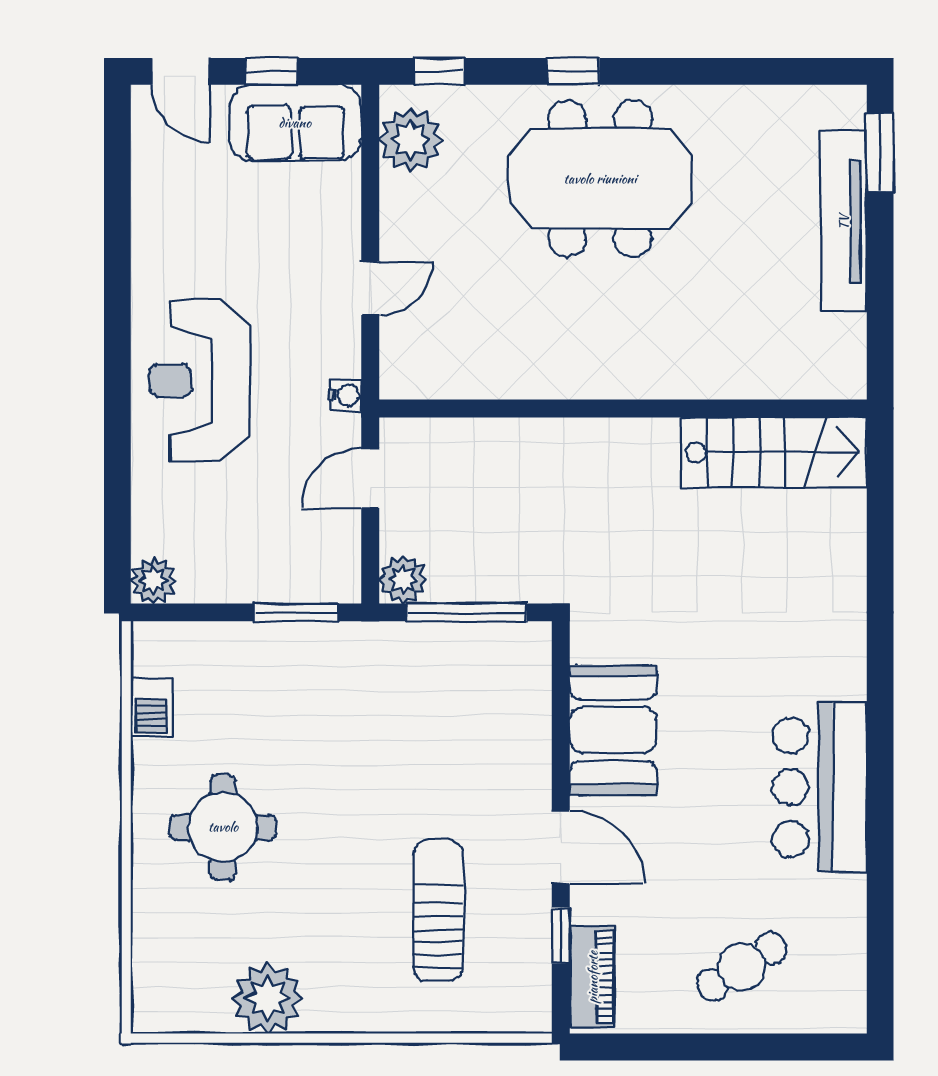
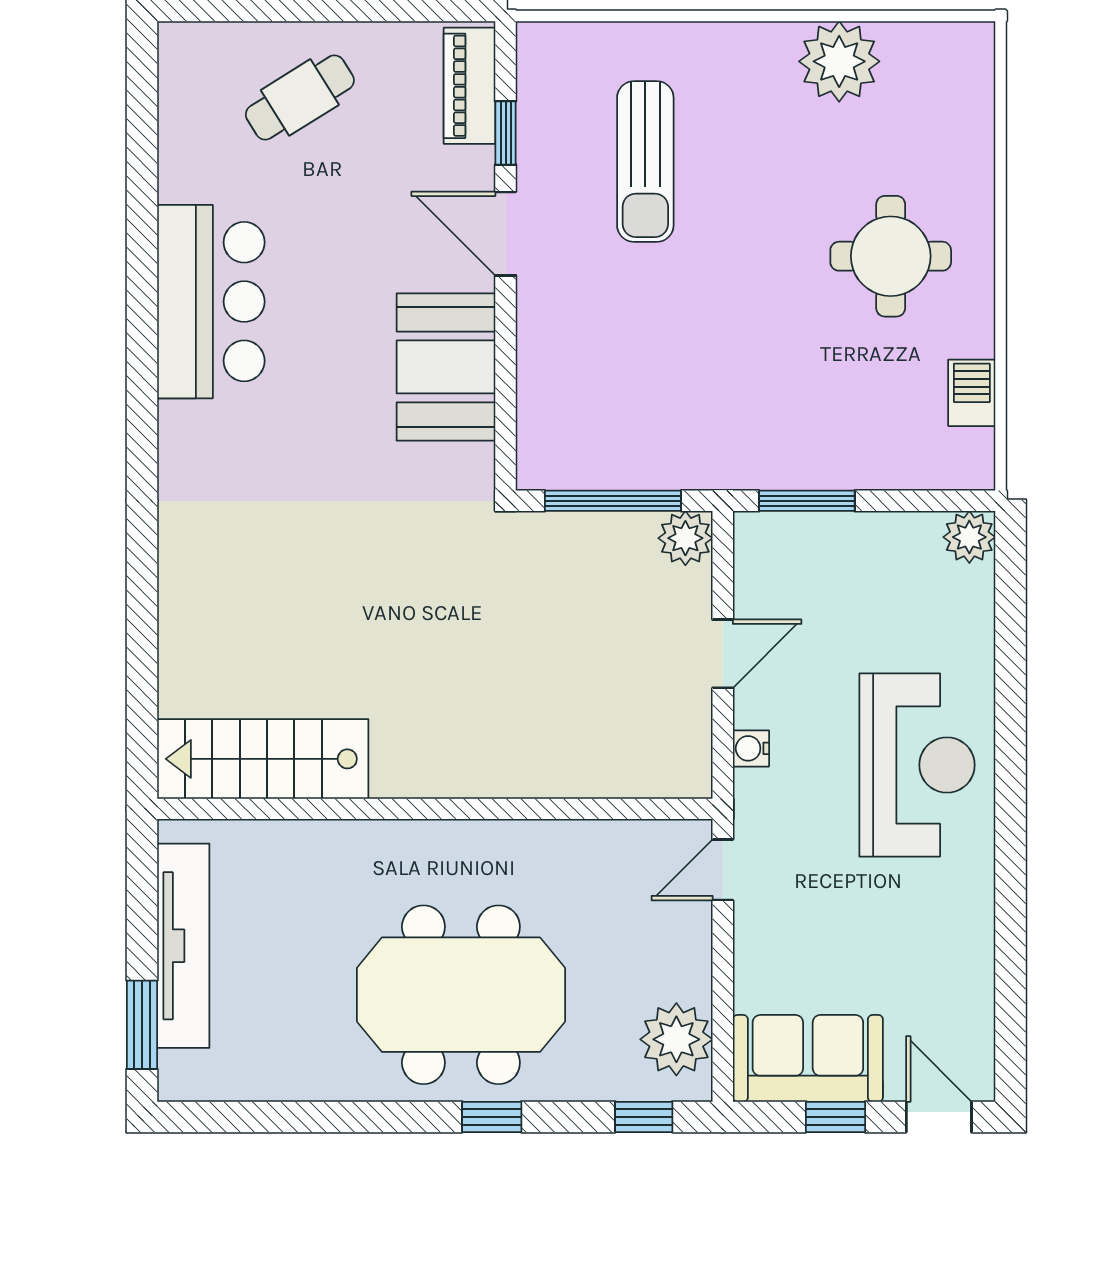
wall: (623, 408) -> (435, 809), moved
stairs: (774, 452) -> (263, 759), moved

